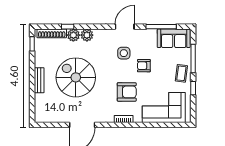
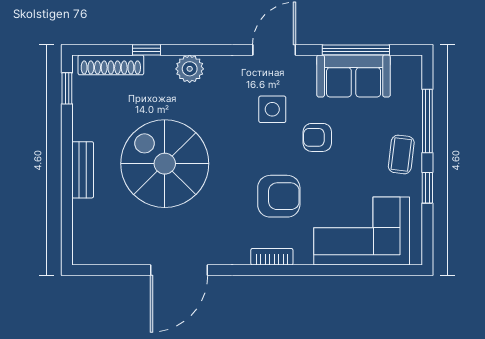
plant: (73, 35) -> (160, 69), removed
sofa: (174, 38) -> (354, 76), moved

